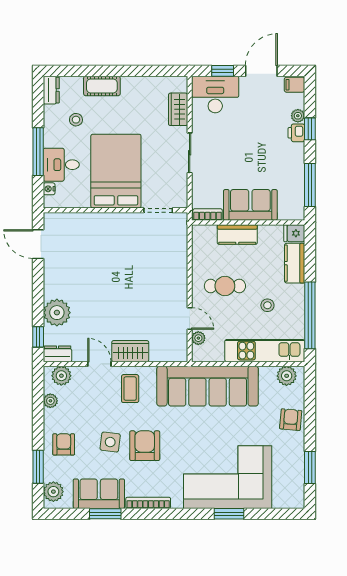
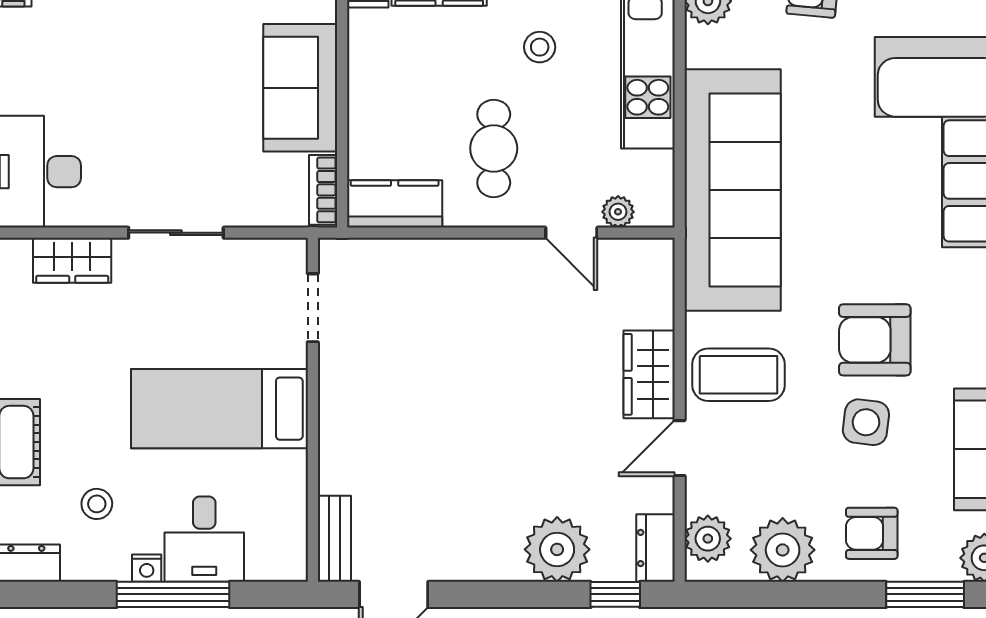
bed: (116, 171) -> (220, 409), width x0.67
nightstand: (49, 189) -> (147, 568), moved
bench: (61, 219) -> (334, 539), added
kitchen counter: (237, 234) -> (395, 204), moved, turned -90
door: (190, 319) -> (571, 233), swing flipped
coffee table: (130, 389) -> (738, 375), width x1.36, depth x1.30
plant: (50, 401) -> (783, 550), width x1.87, depth x1.87

